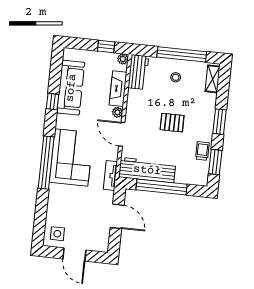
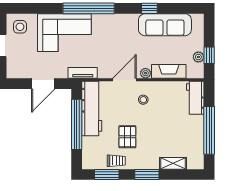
plant: (123, 59) -> (198, 57), moved
workbench: (138, 72) -> (195, 98), moved, turned 90
stool: (176, 77) -> (143, 100), moved
shelving: (213, 79) -> (173, 163), moved
pallet: (172, 123) -> (127, 137), moved
corner sofa: (71, 158) -> (64, 33), moved

